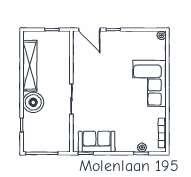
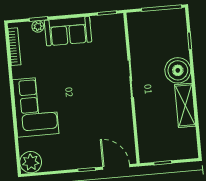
plant: (161, 35) -> (31, 162), width x1.87, depth x1.87
shelving: (30, 66) -> (185, 105), width x0.68
sofa: (97, 142) -> (68, 31), moved

